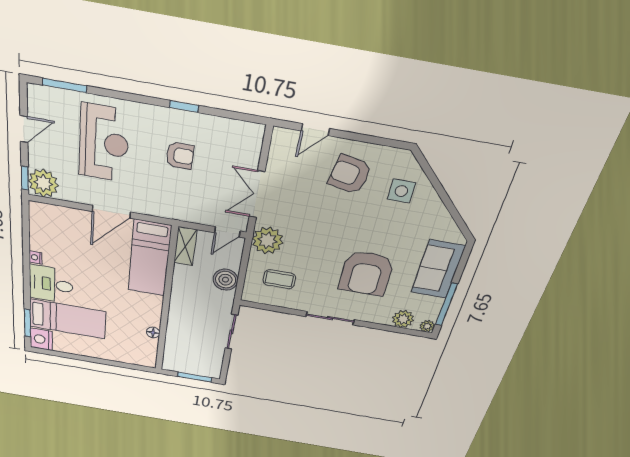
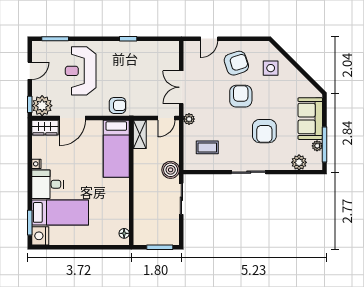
reception desk: (104, 143) -> (81, 71), turned 180
armchair: (180, 156) -> (118, 105), moved
armchair: (350, 174) -> (236, 63), turned 151
door: (111, 212) -> (72, 118), moved
wardrobe: (48, 214) -> (45, 128), added
armchair: (344, 222) -> (241, 96), added
plant: (268, 240) -> (189, 119), width x0.53, depth x0.53
armchair: (366, 273) -> (264, 131), width x0.73, depth x0.73
boiler: (226, 280) -> (171, 170), moved
plant: (427, 326) -> (317, 146), moved
floor lamp: (153, 332) -> (124, 233), moved

